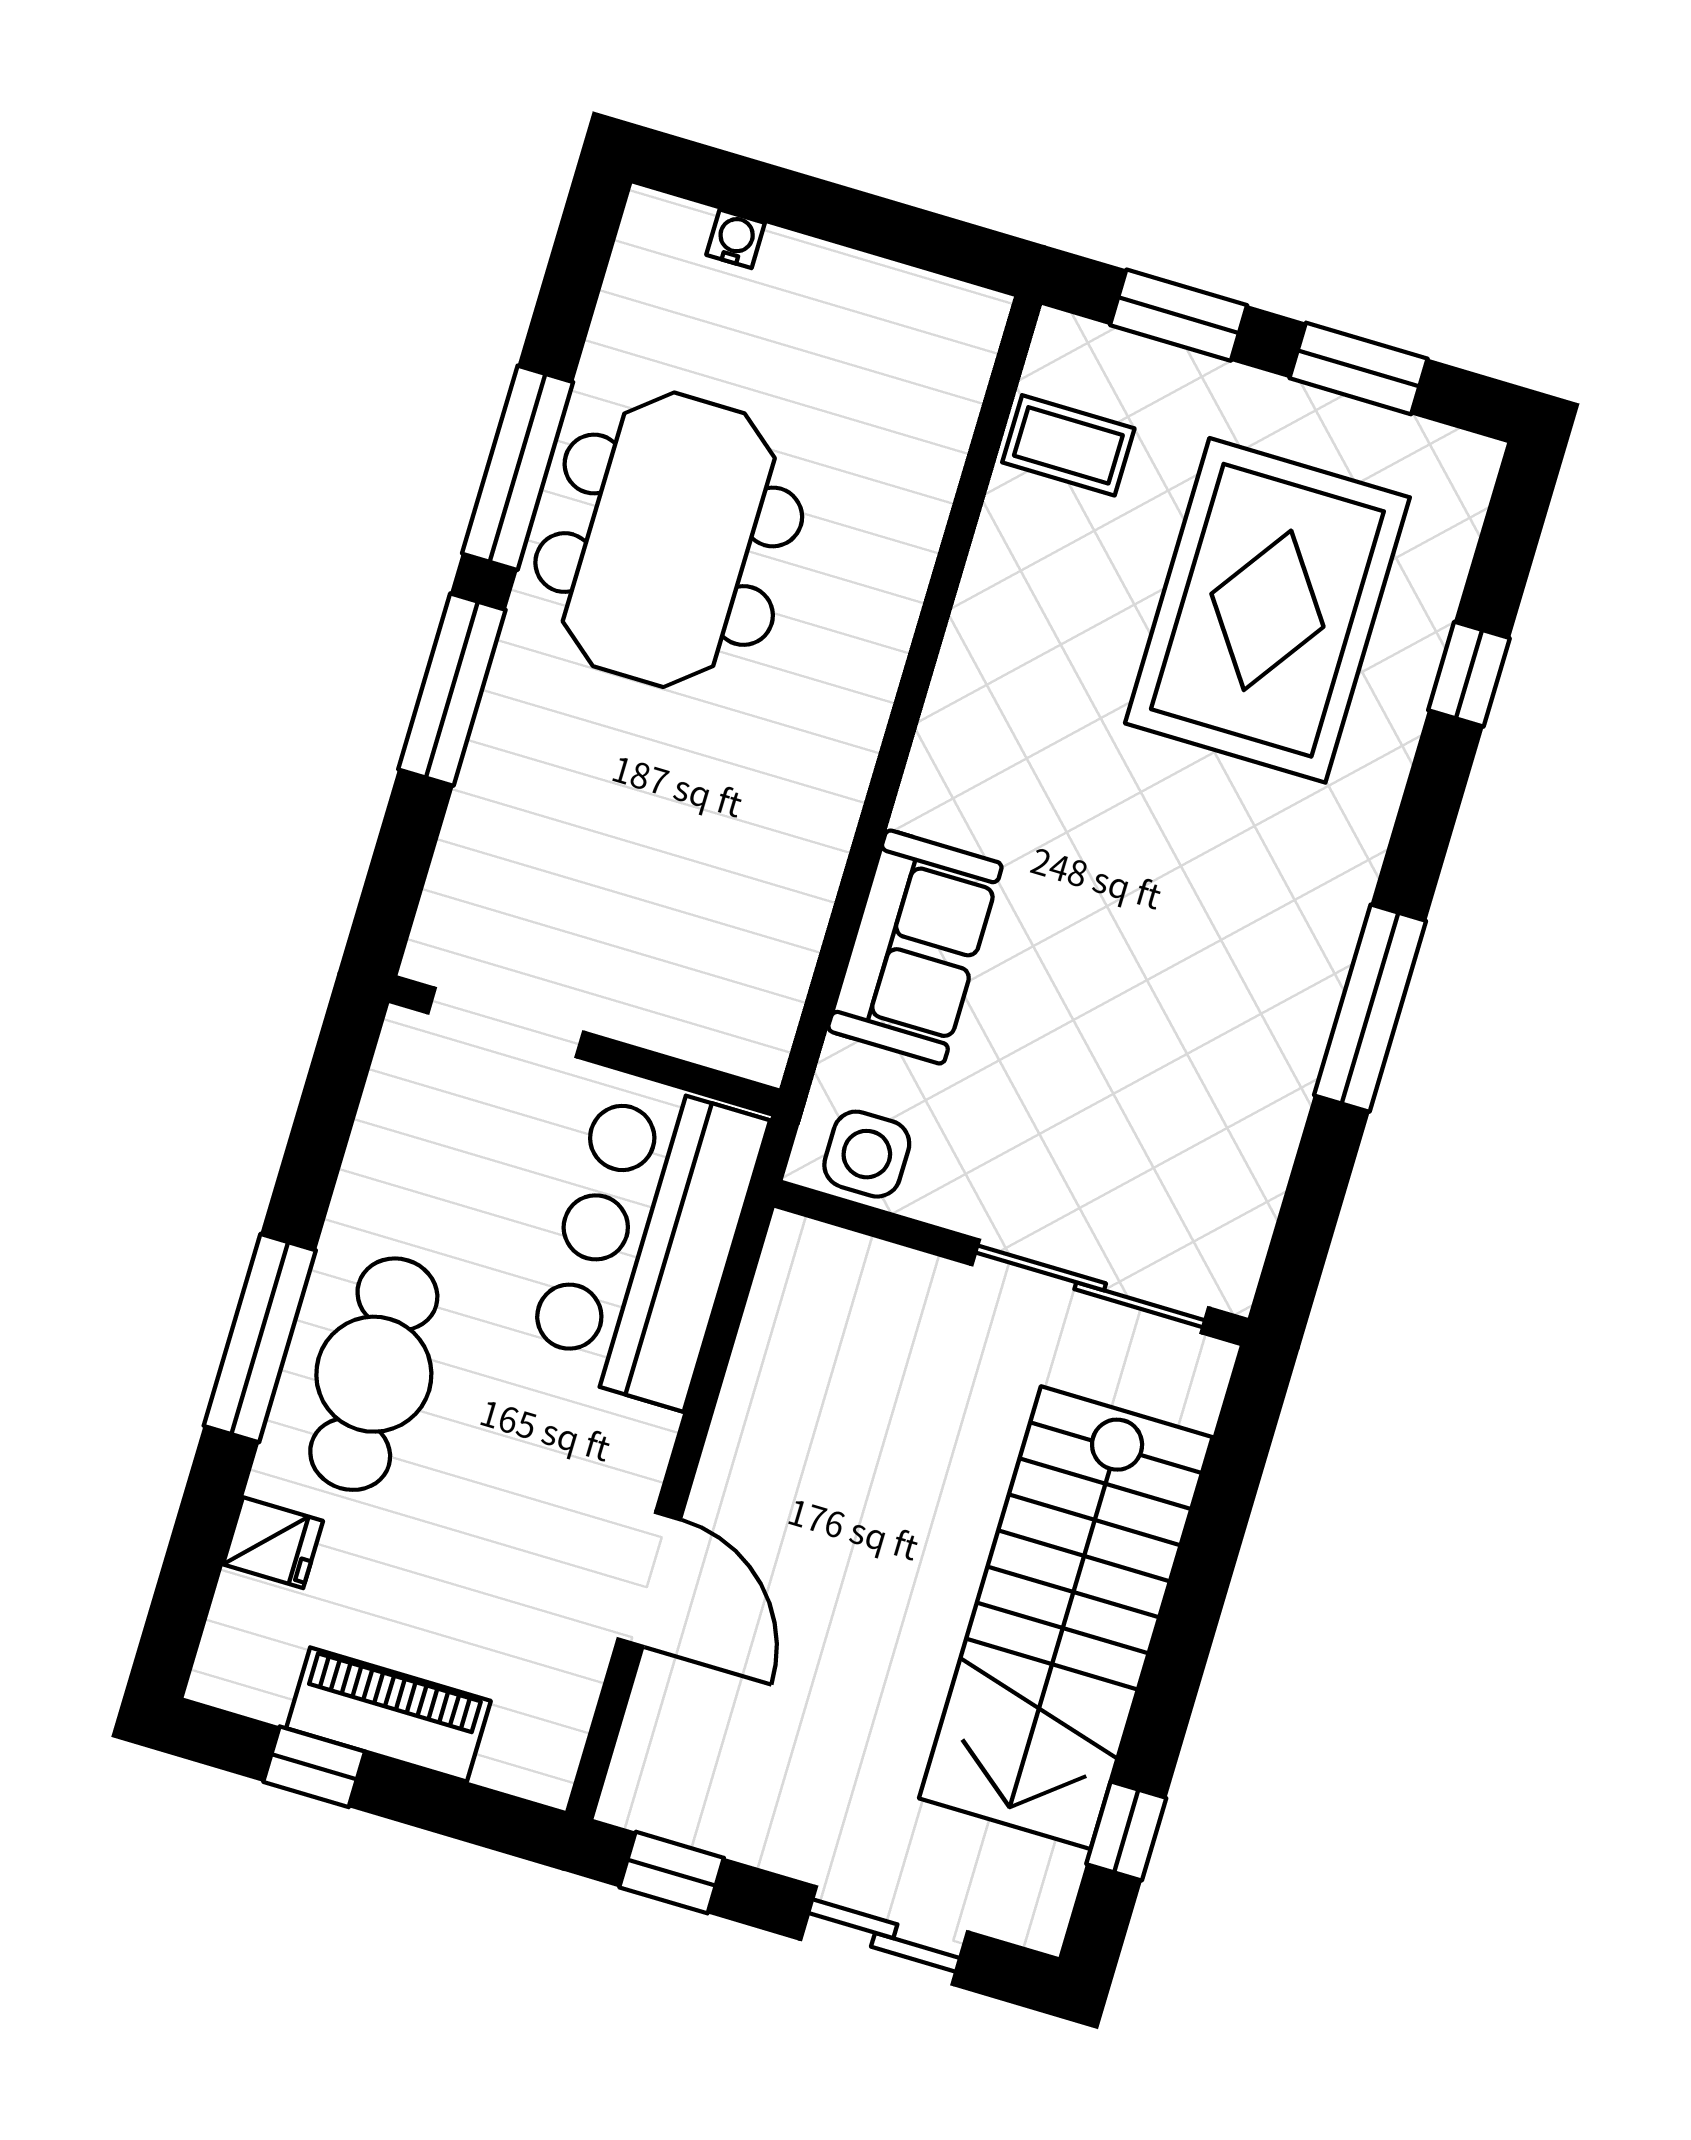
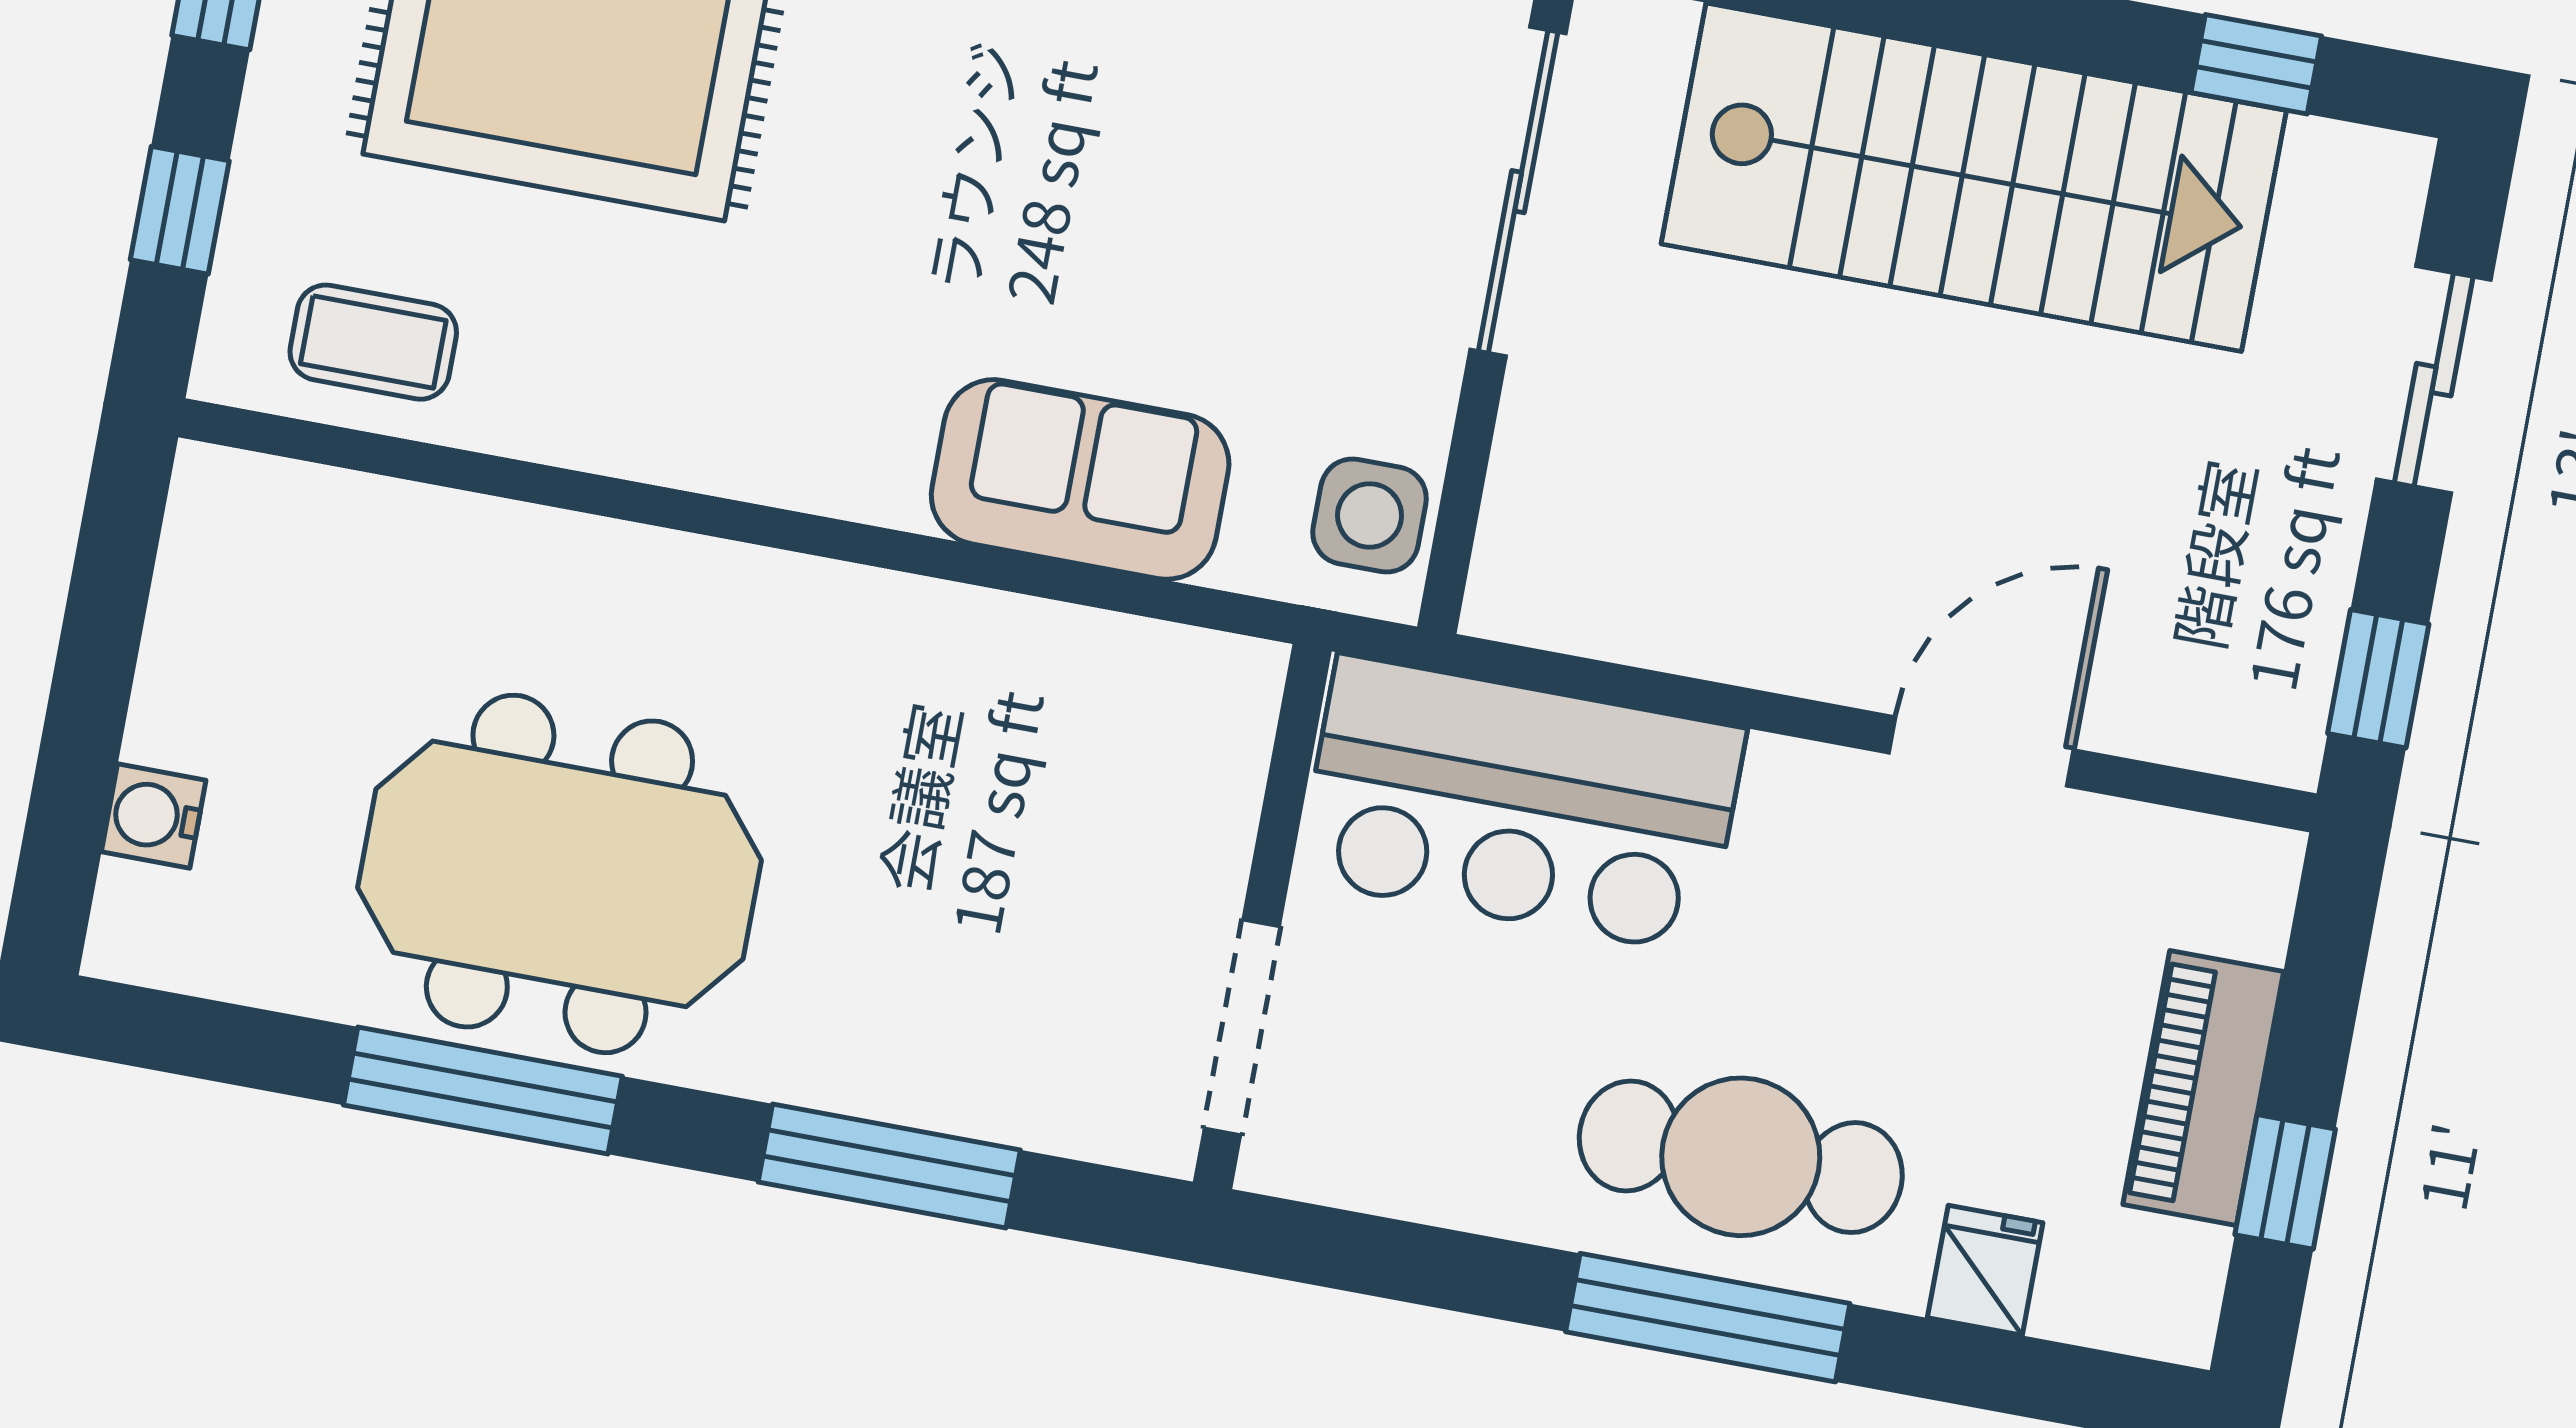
water cooler: (736, 239) -> (154, 816), width x1.38, depth x1.38
window: (1179, 315) -> (180, 210), width x0.67
coffee table: (1068, 445) -> (373, 342), turned 90
window: (452, 690) -> (889, 1166), moved

